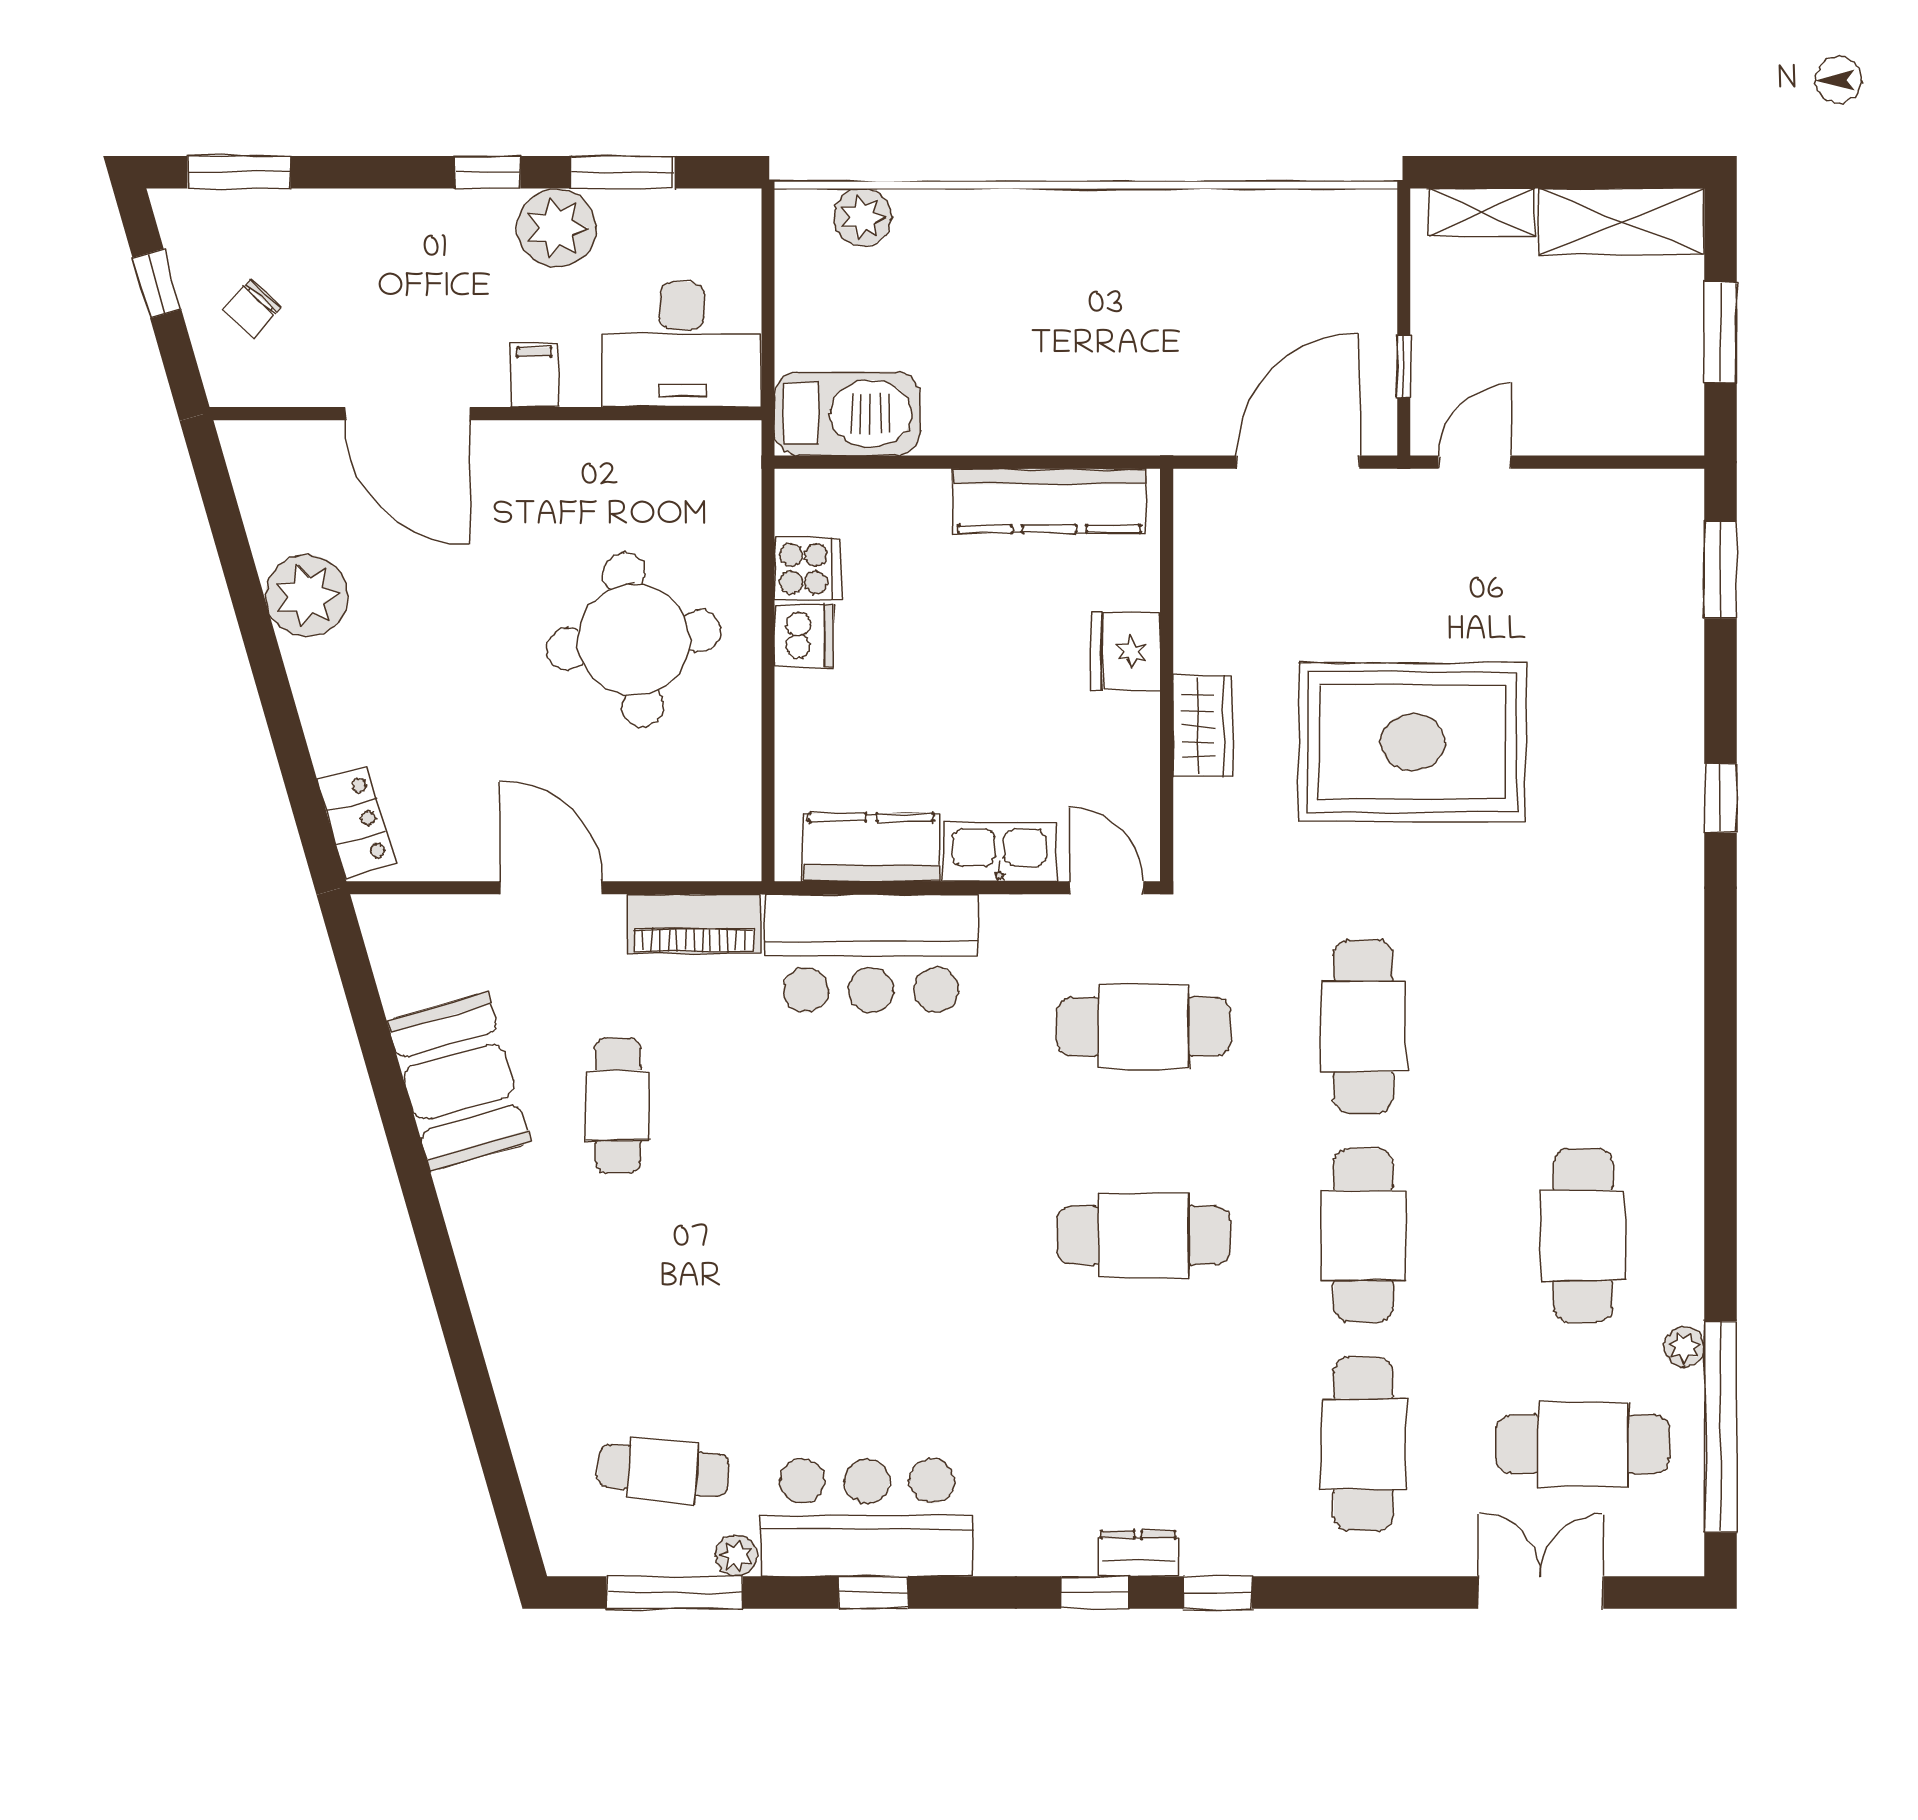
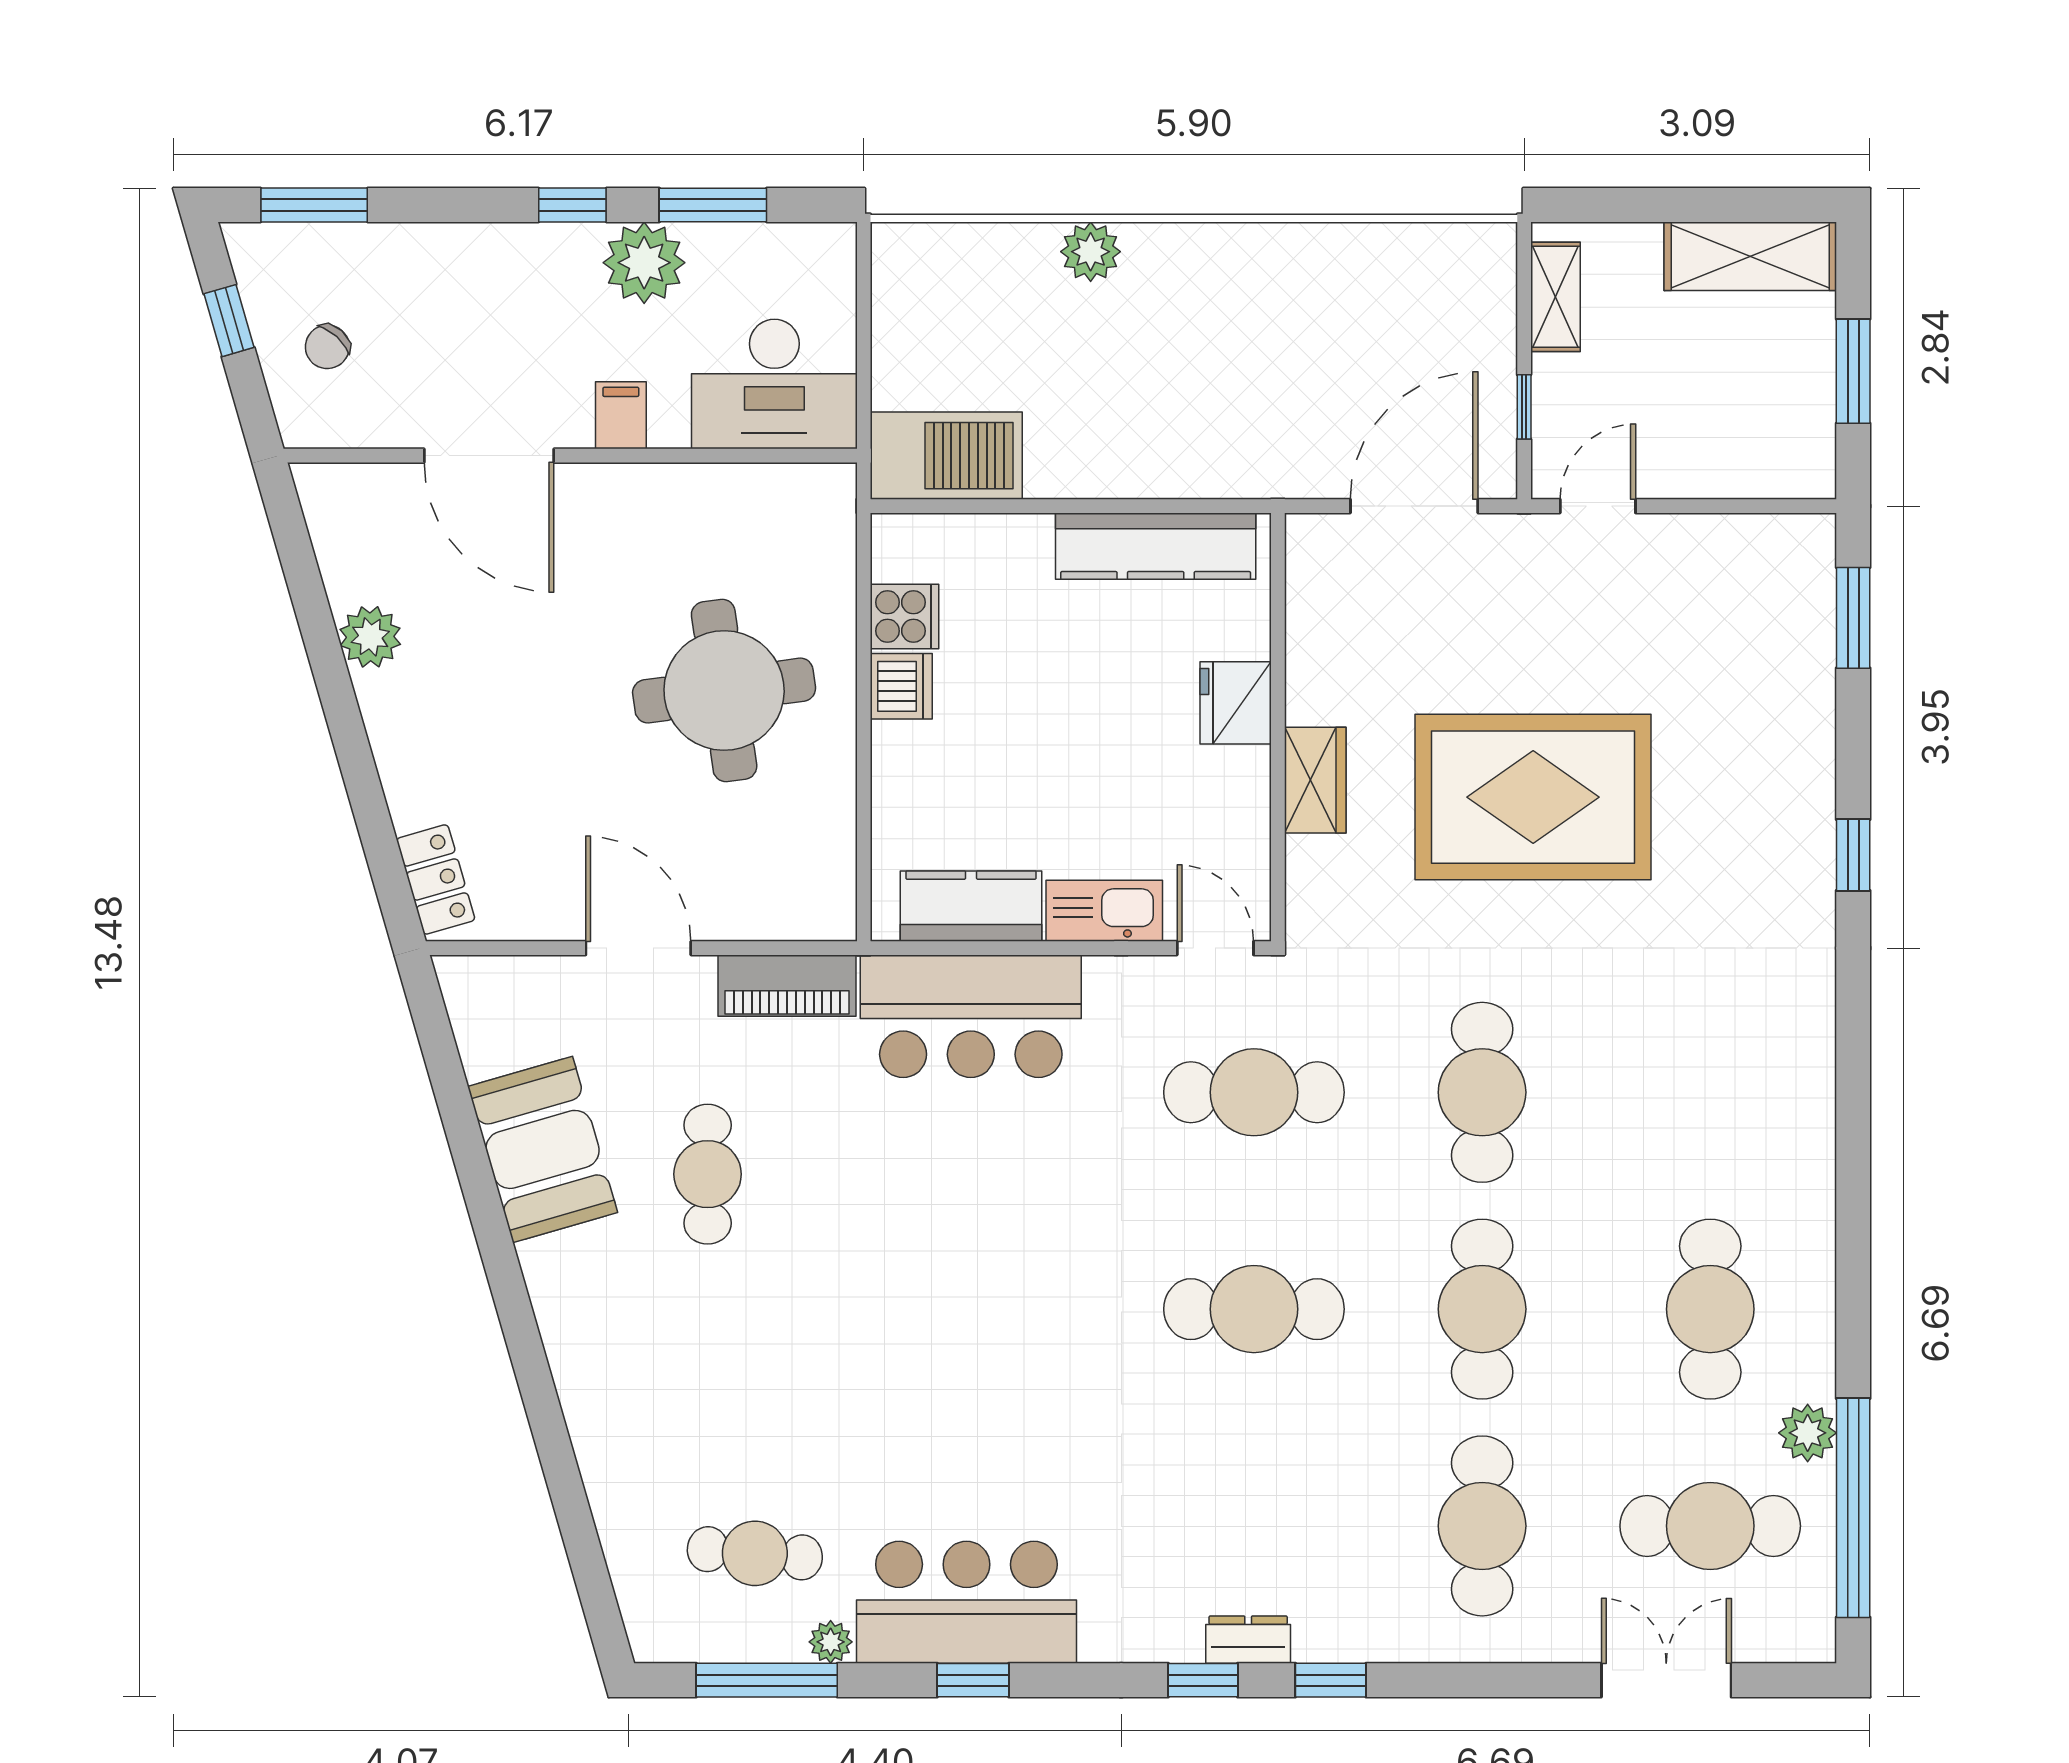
shelving: (1482, 212) -> (1555, 297), moved, turned 90
plant: (863, 217) -> (1091, 252), moved
plant: (306, 596) -> (370, 637), width x0.73, depth x0.73
plant: (1684, 1347) -> (1808, 1433), width x1.38, depth x1.38

